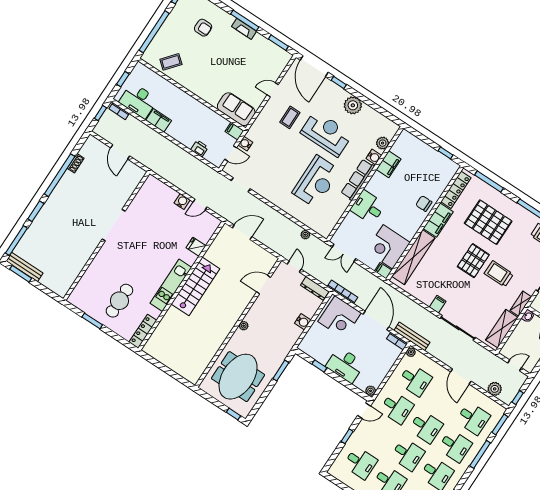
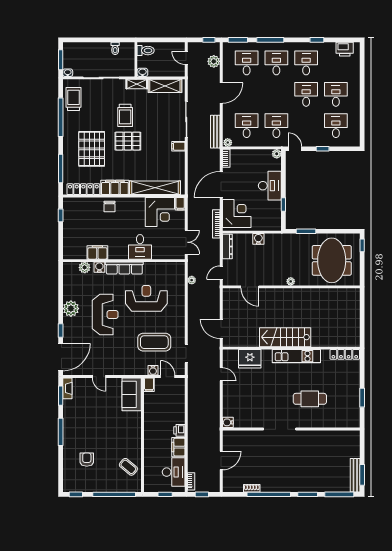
fireplace: (244, 29) -> (67, 388), moved
coffee table: (290, 117) -> (154, 342), moved, width x1.86, depth x1.72
reception desk: (326, 133) -> (105, 314), turned 180
printer: (199, 148) -> (179, 430), moved
water cooler: (182, 202) -> (228, 422), moved
fridge: (196, 247) -> (250, 359), width x1.88, depth x1.34
cafe table: (119, 301) -> (310, 399), moved
bench: (412, 336) -> (215, 132), moved
meeting table: (238, 377) -> (332, 260), turned 90
desk: (426, 427) -> (276, 94), removed

